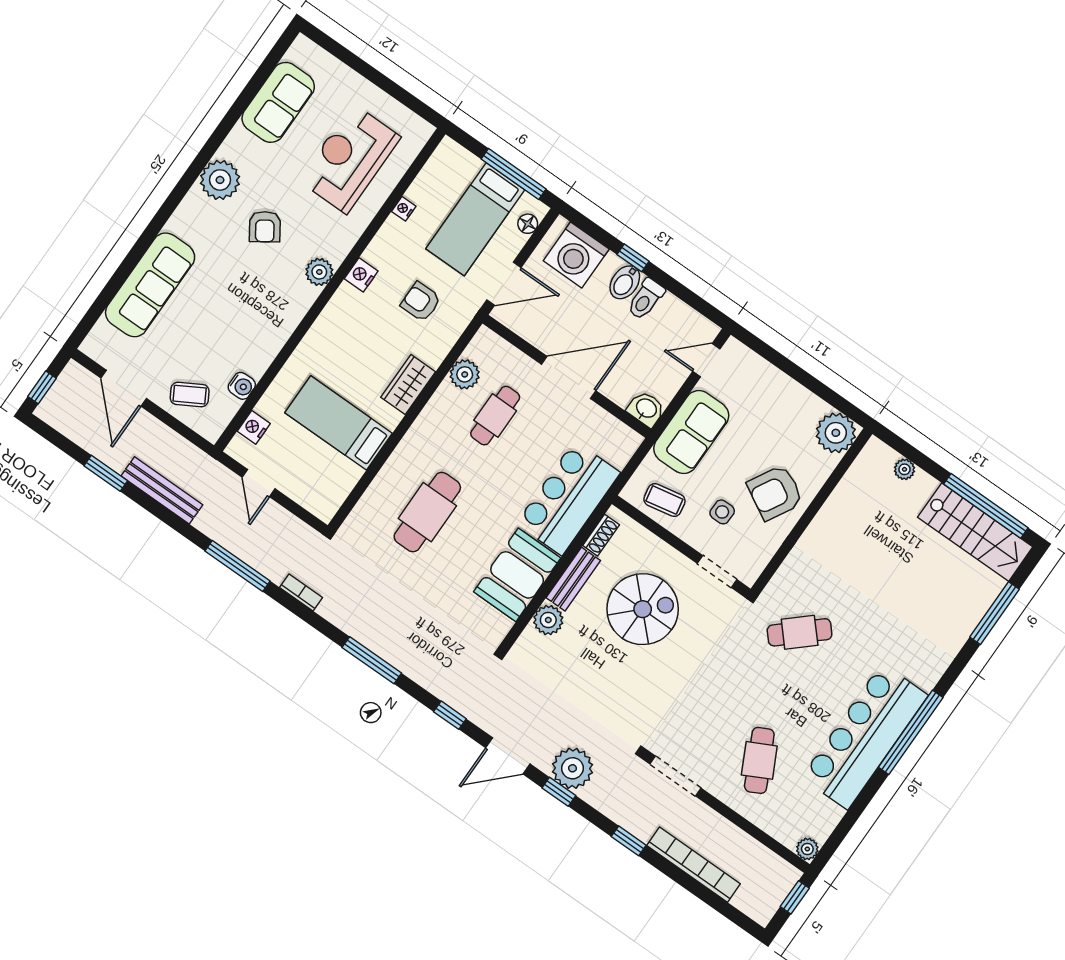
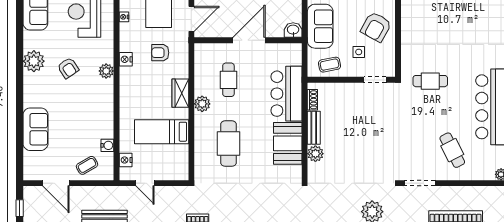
sofa: (150, 285) -> (35, 129), width x0.73
plant: (465, 374) -> (202, 104), moved
spiral stairs: (643, 609) -> (354, 120), removed
cafe table: (800, 632) -> (430, 81), turned 42

